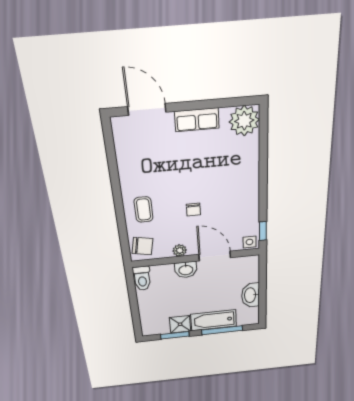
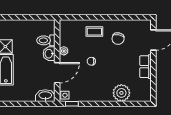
plant: (244, 121) -> (121, 93), moved
chair: (142, 246) -> (118, 39), moved
toilet: (142, 278) -> (46, 40), moved
washbasin: (251, 295) -> (45, 96), moved

